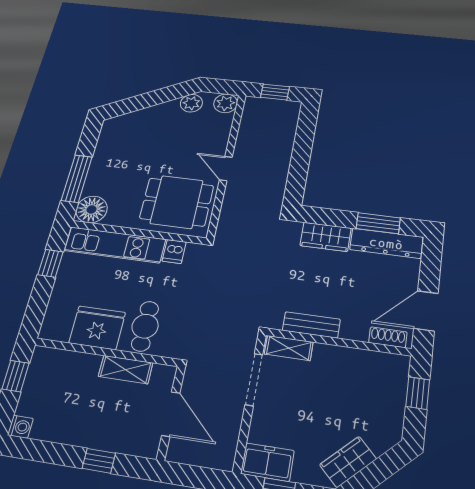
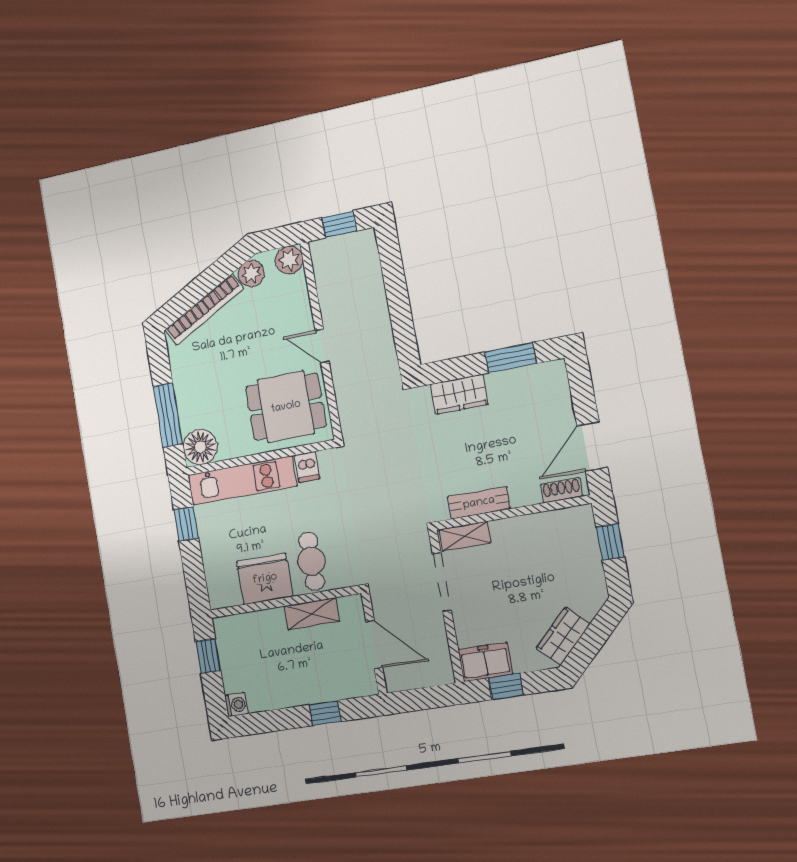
bookcase: (143, 116) -> (204, 309), added
dresser: (386, 243) -> (527, 380), removed

